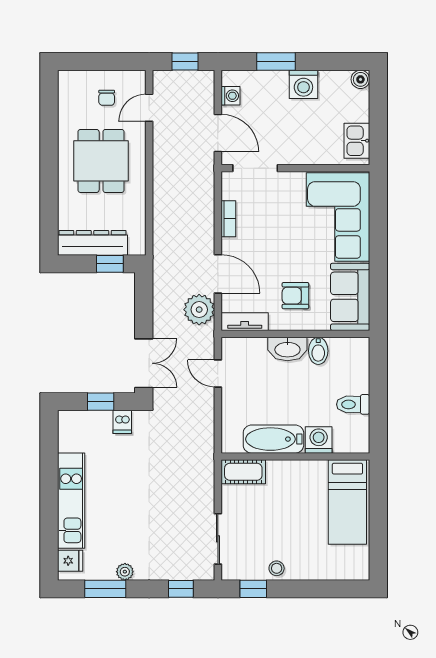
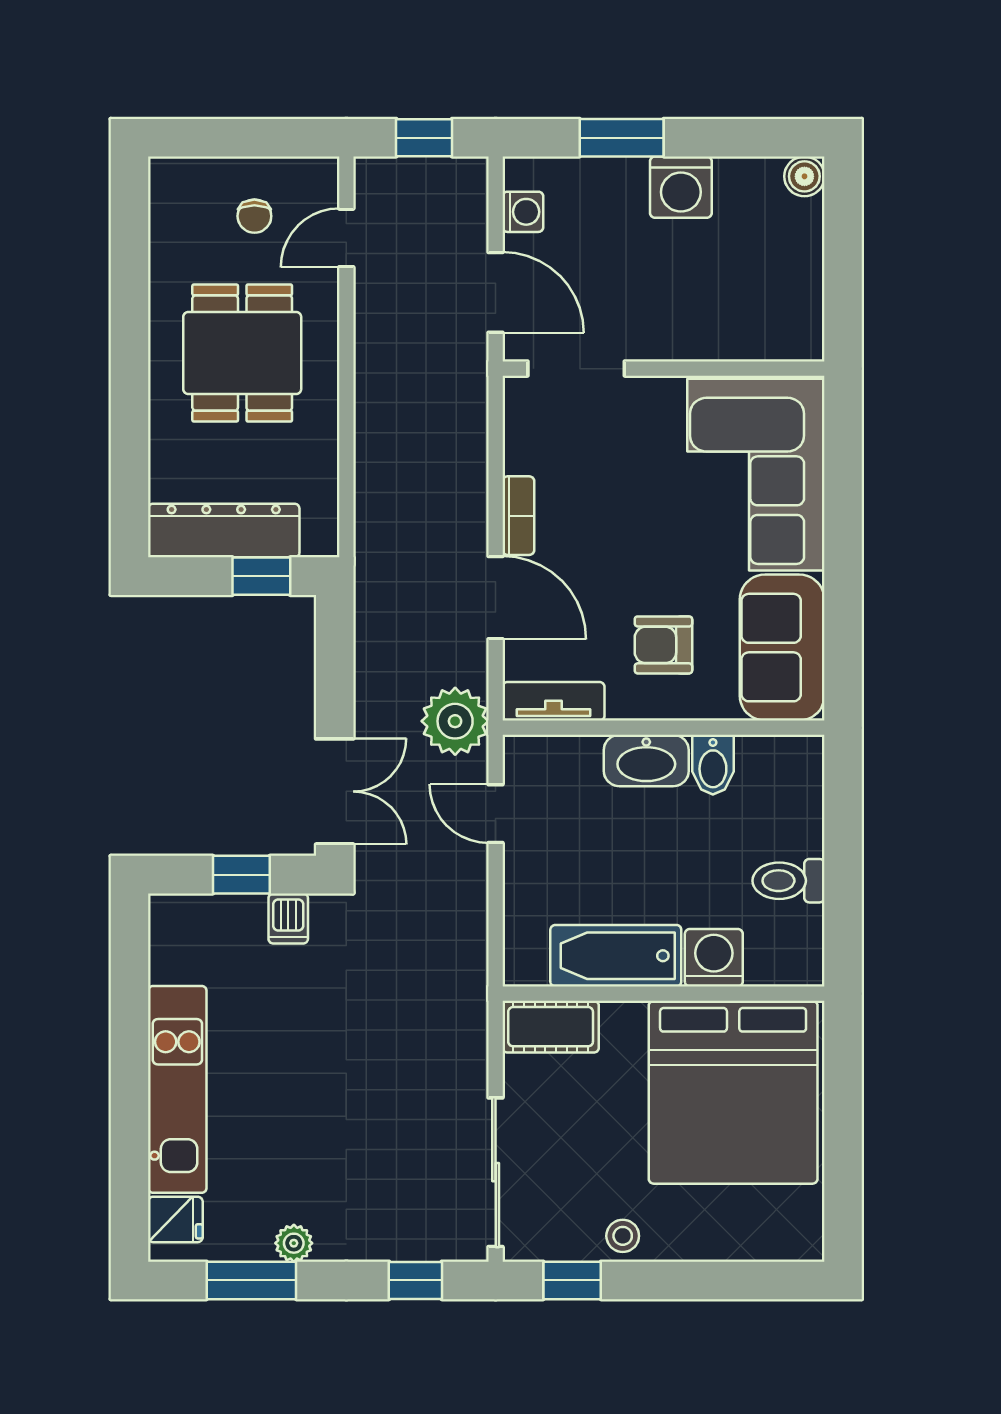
kitchen sink: (357, 141) -> (797, 309), removed
bookcase: (228, 219) -> (518, 516), moved
plant: (199, 310) -> (455, 721), moved
bed: (347, 502) -> (733, 1092), width x2.04
sliding door: (218, 539) -> (496, 1172), width x1.37

